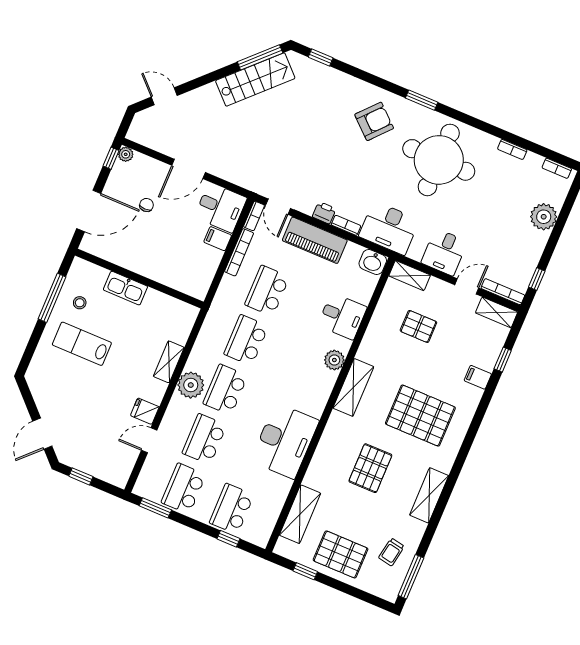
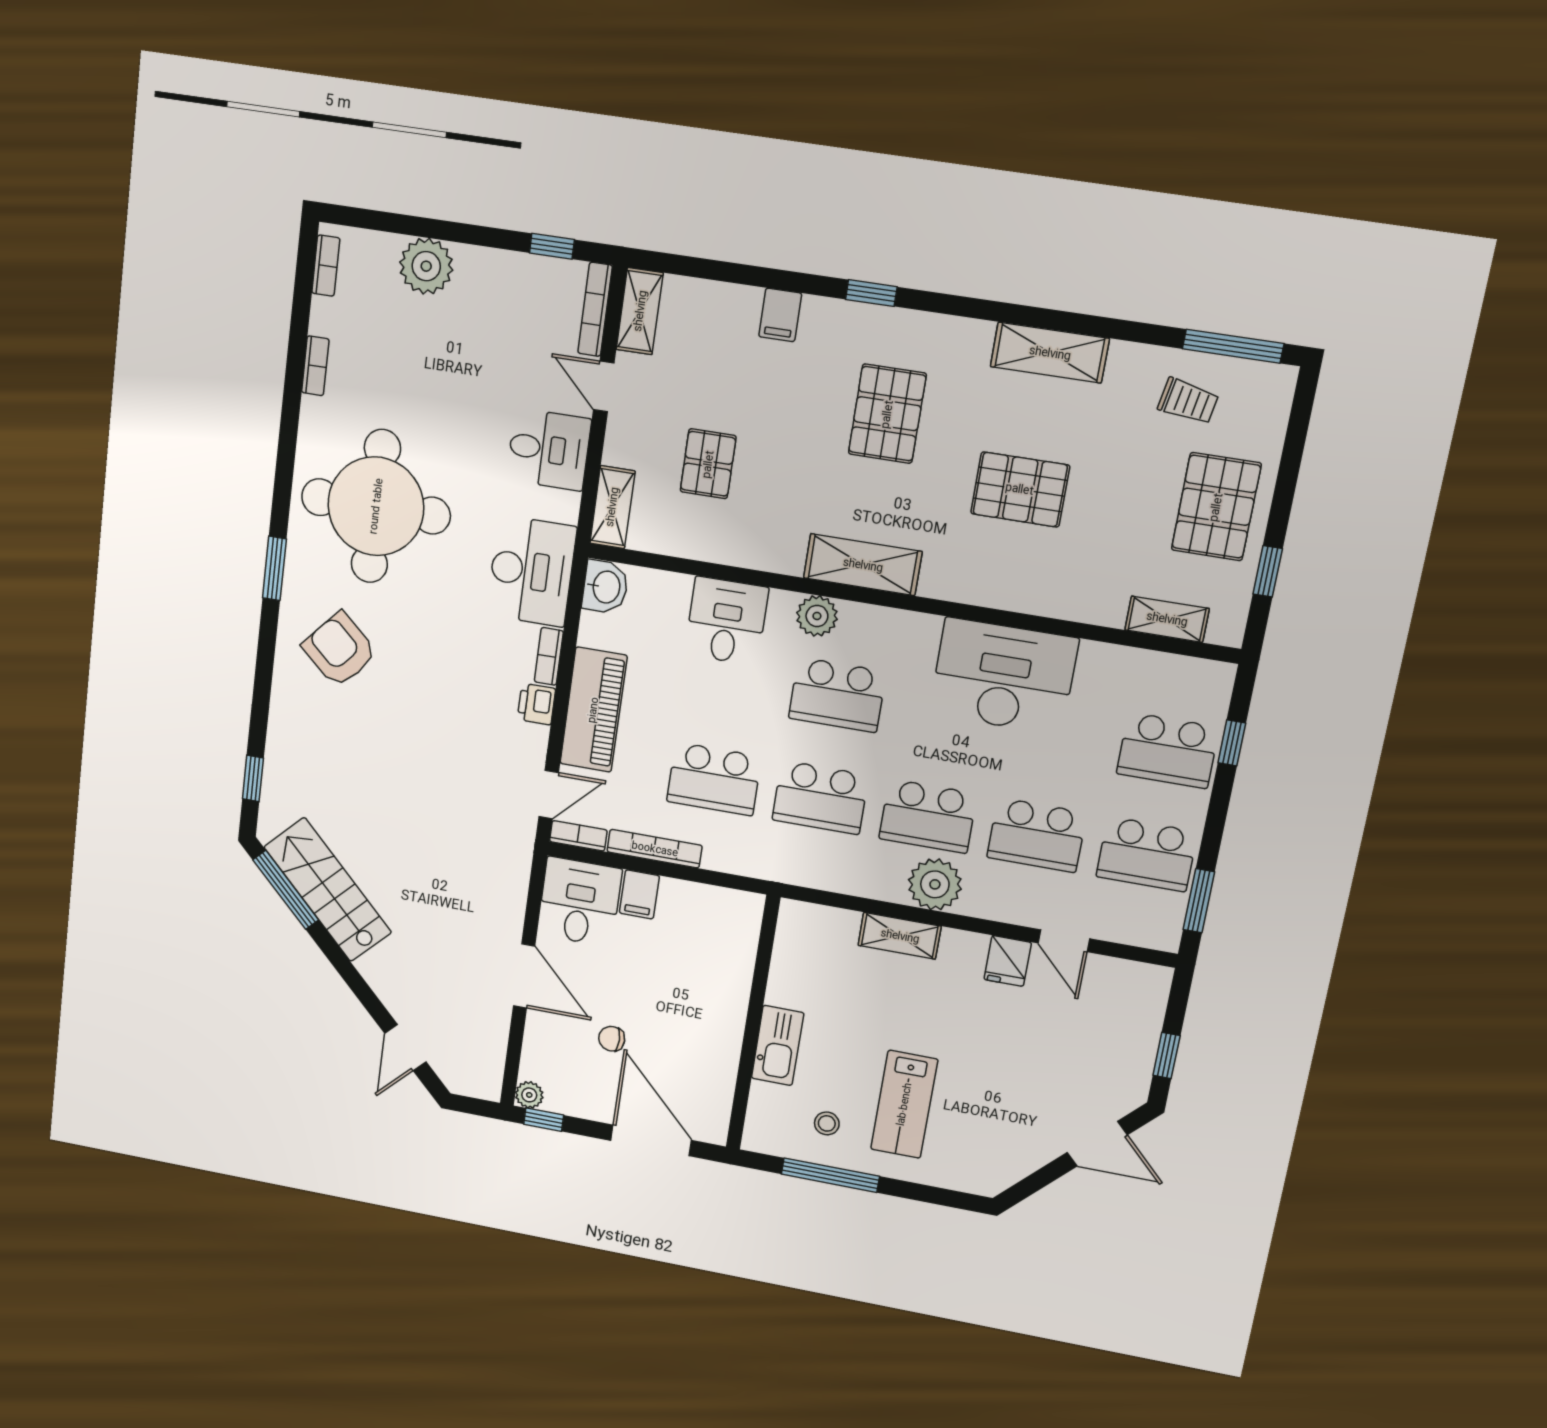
school desk: (294, 360) -> (837, 695), added
window: (503, 360) -> (871, 293), moved
pallet: (420, 416) -> (887, 414), width x0.73, depth x0.71
shelving: (300, 514) -> (1167, 619), width x0.67, depth x0.75

